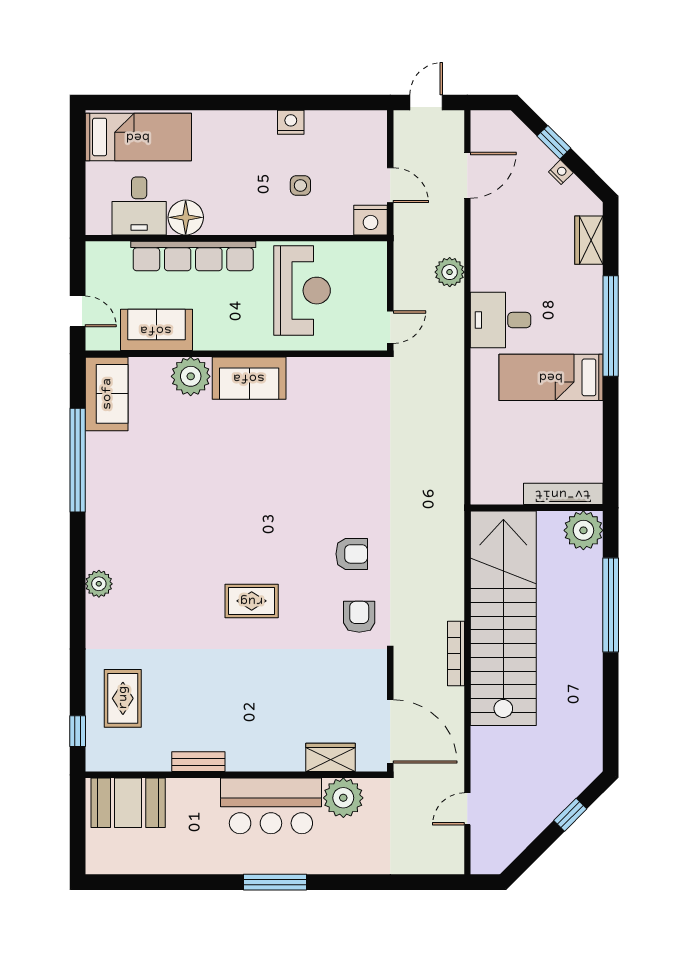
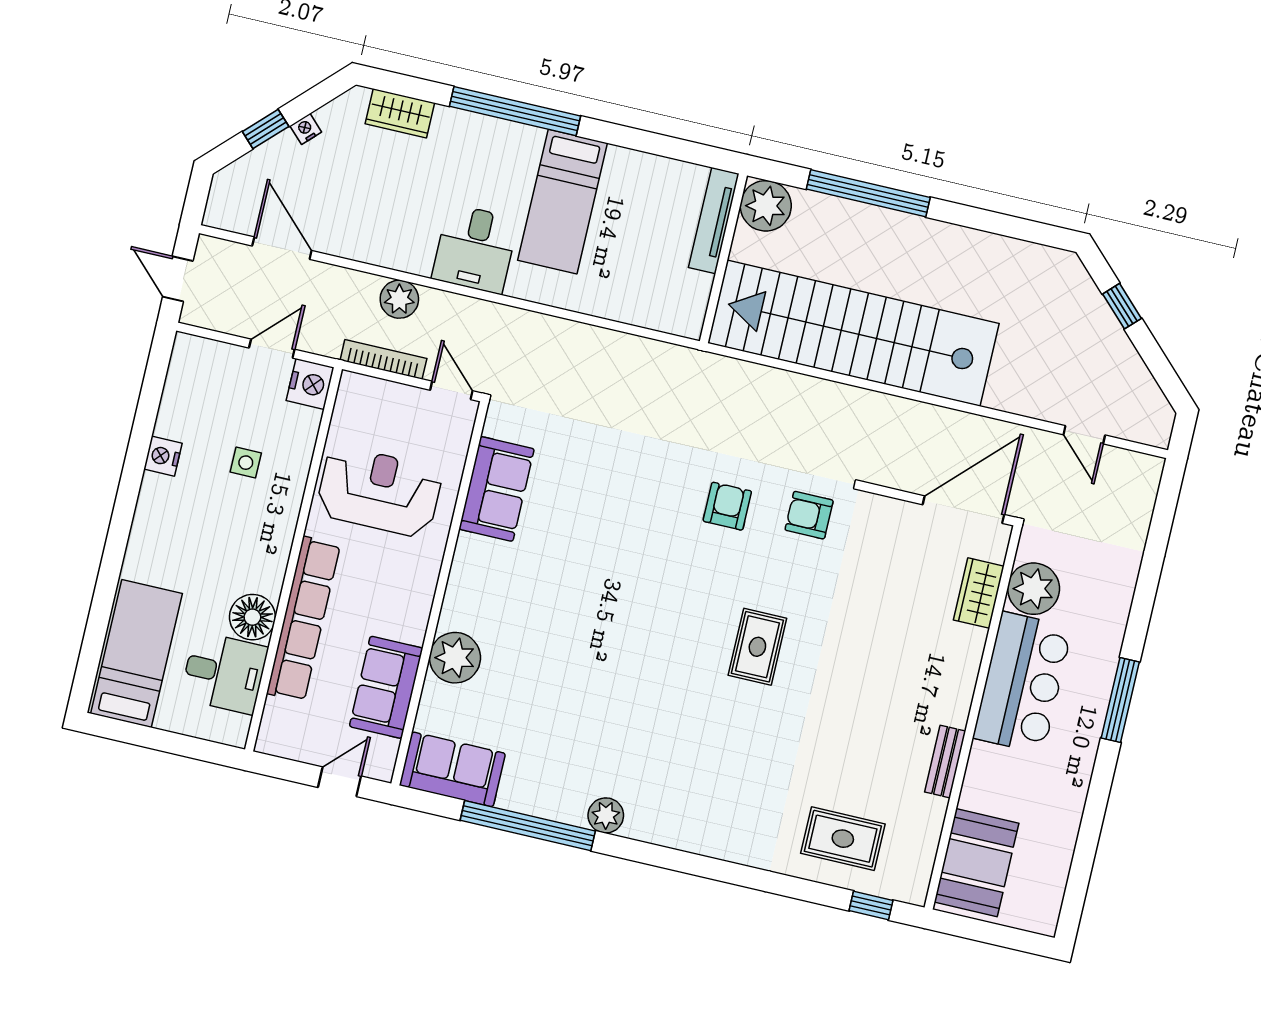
sofa: (249, 378) -> (497, 489), moved
plant: (99, 584) -> (606, 815), moved
bookcase: (456, 653) -> (383, 359), moved, turned 180

